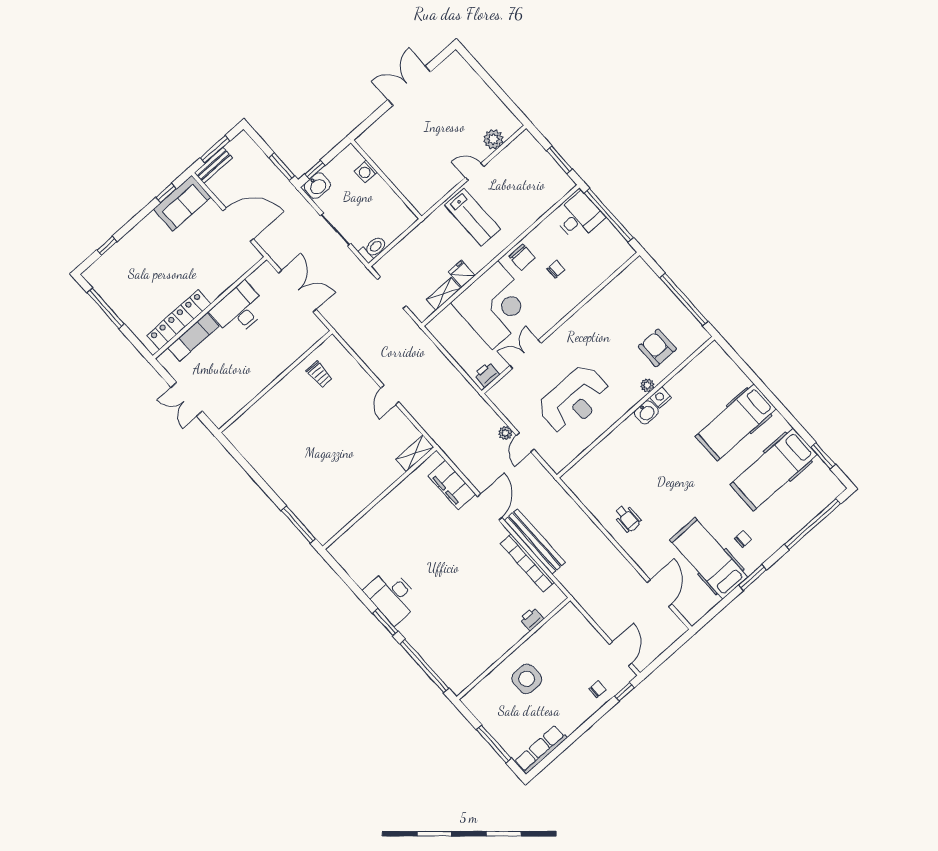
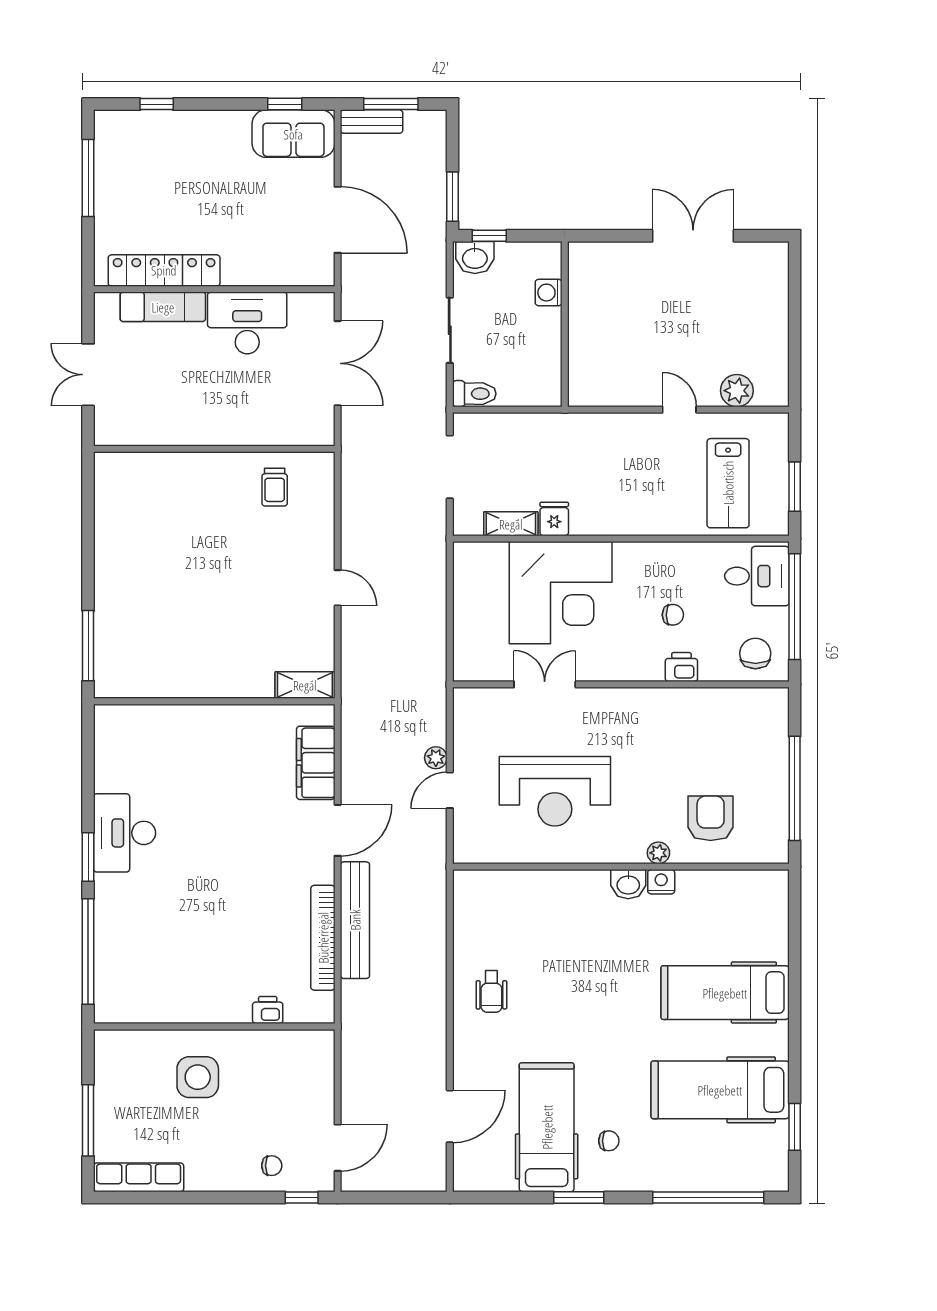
lab bench: (473, 217) -> (728, 483), moved
chair: (522, 257) -> (755, 653), moved, turned 180
printer: (487, 374) -> (681, 667), moved
door: (390, 395) -> (338, 588), swing flipped

